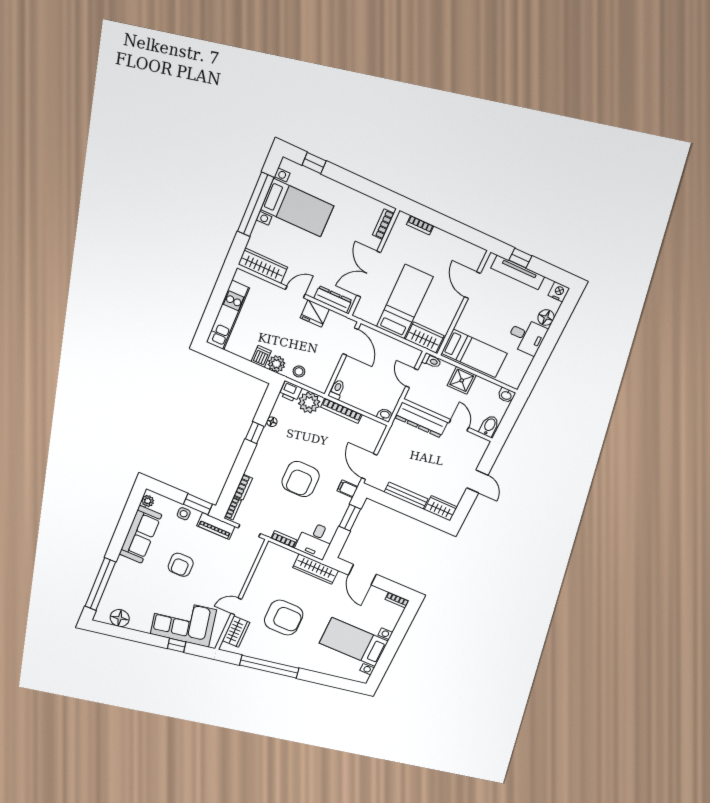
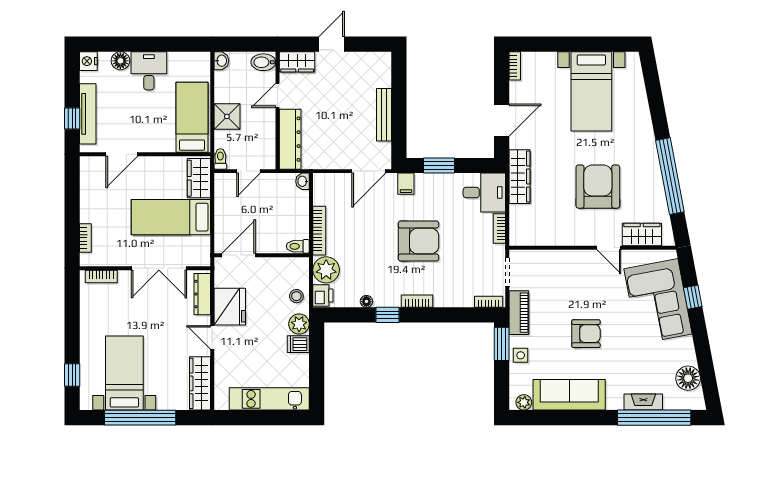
fridge: (315, 313) -> (230, 307), width x1.36, depth x1.34
bookcase: (243, 487) -> (417, 301), moved
wardrobe: (441, 508) -> (297, 62), moved, turned -90
fireplace: (115, 582) -> (643, 402), added

